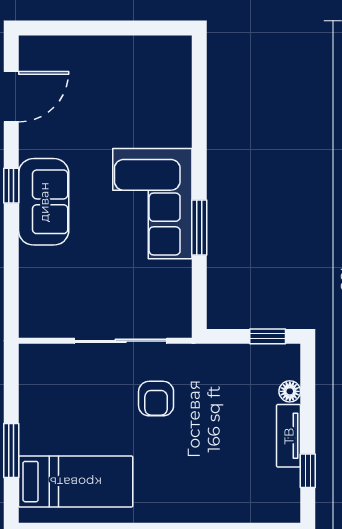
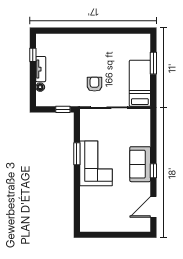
window: (268, 336) -> (63, 109), moved
bed: (76, 482) -> (140, 83), moved, turned 90

